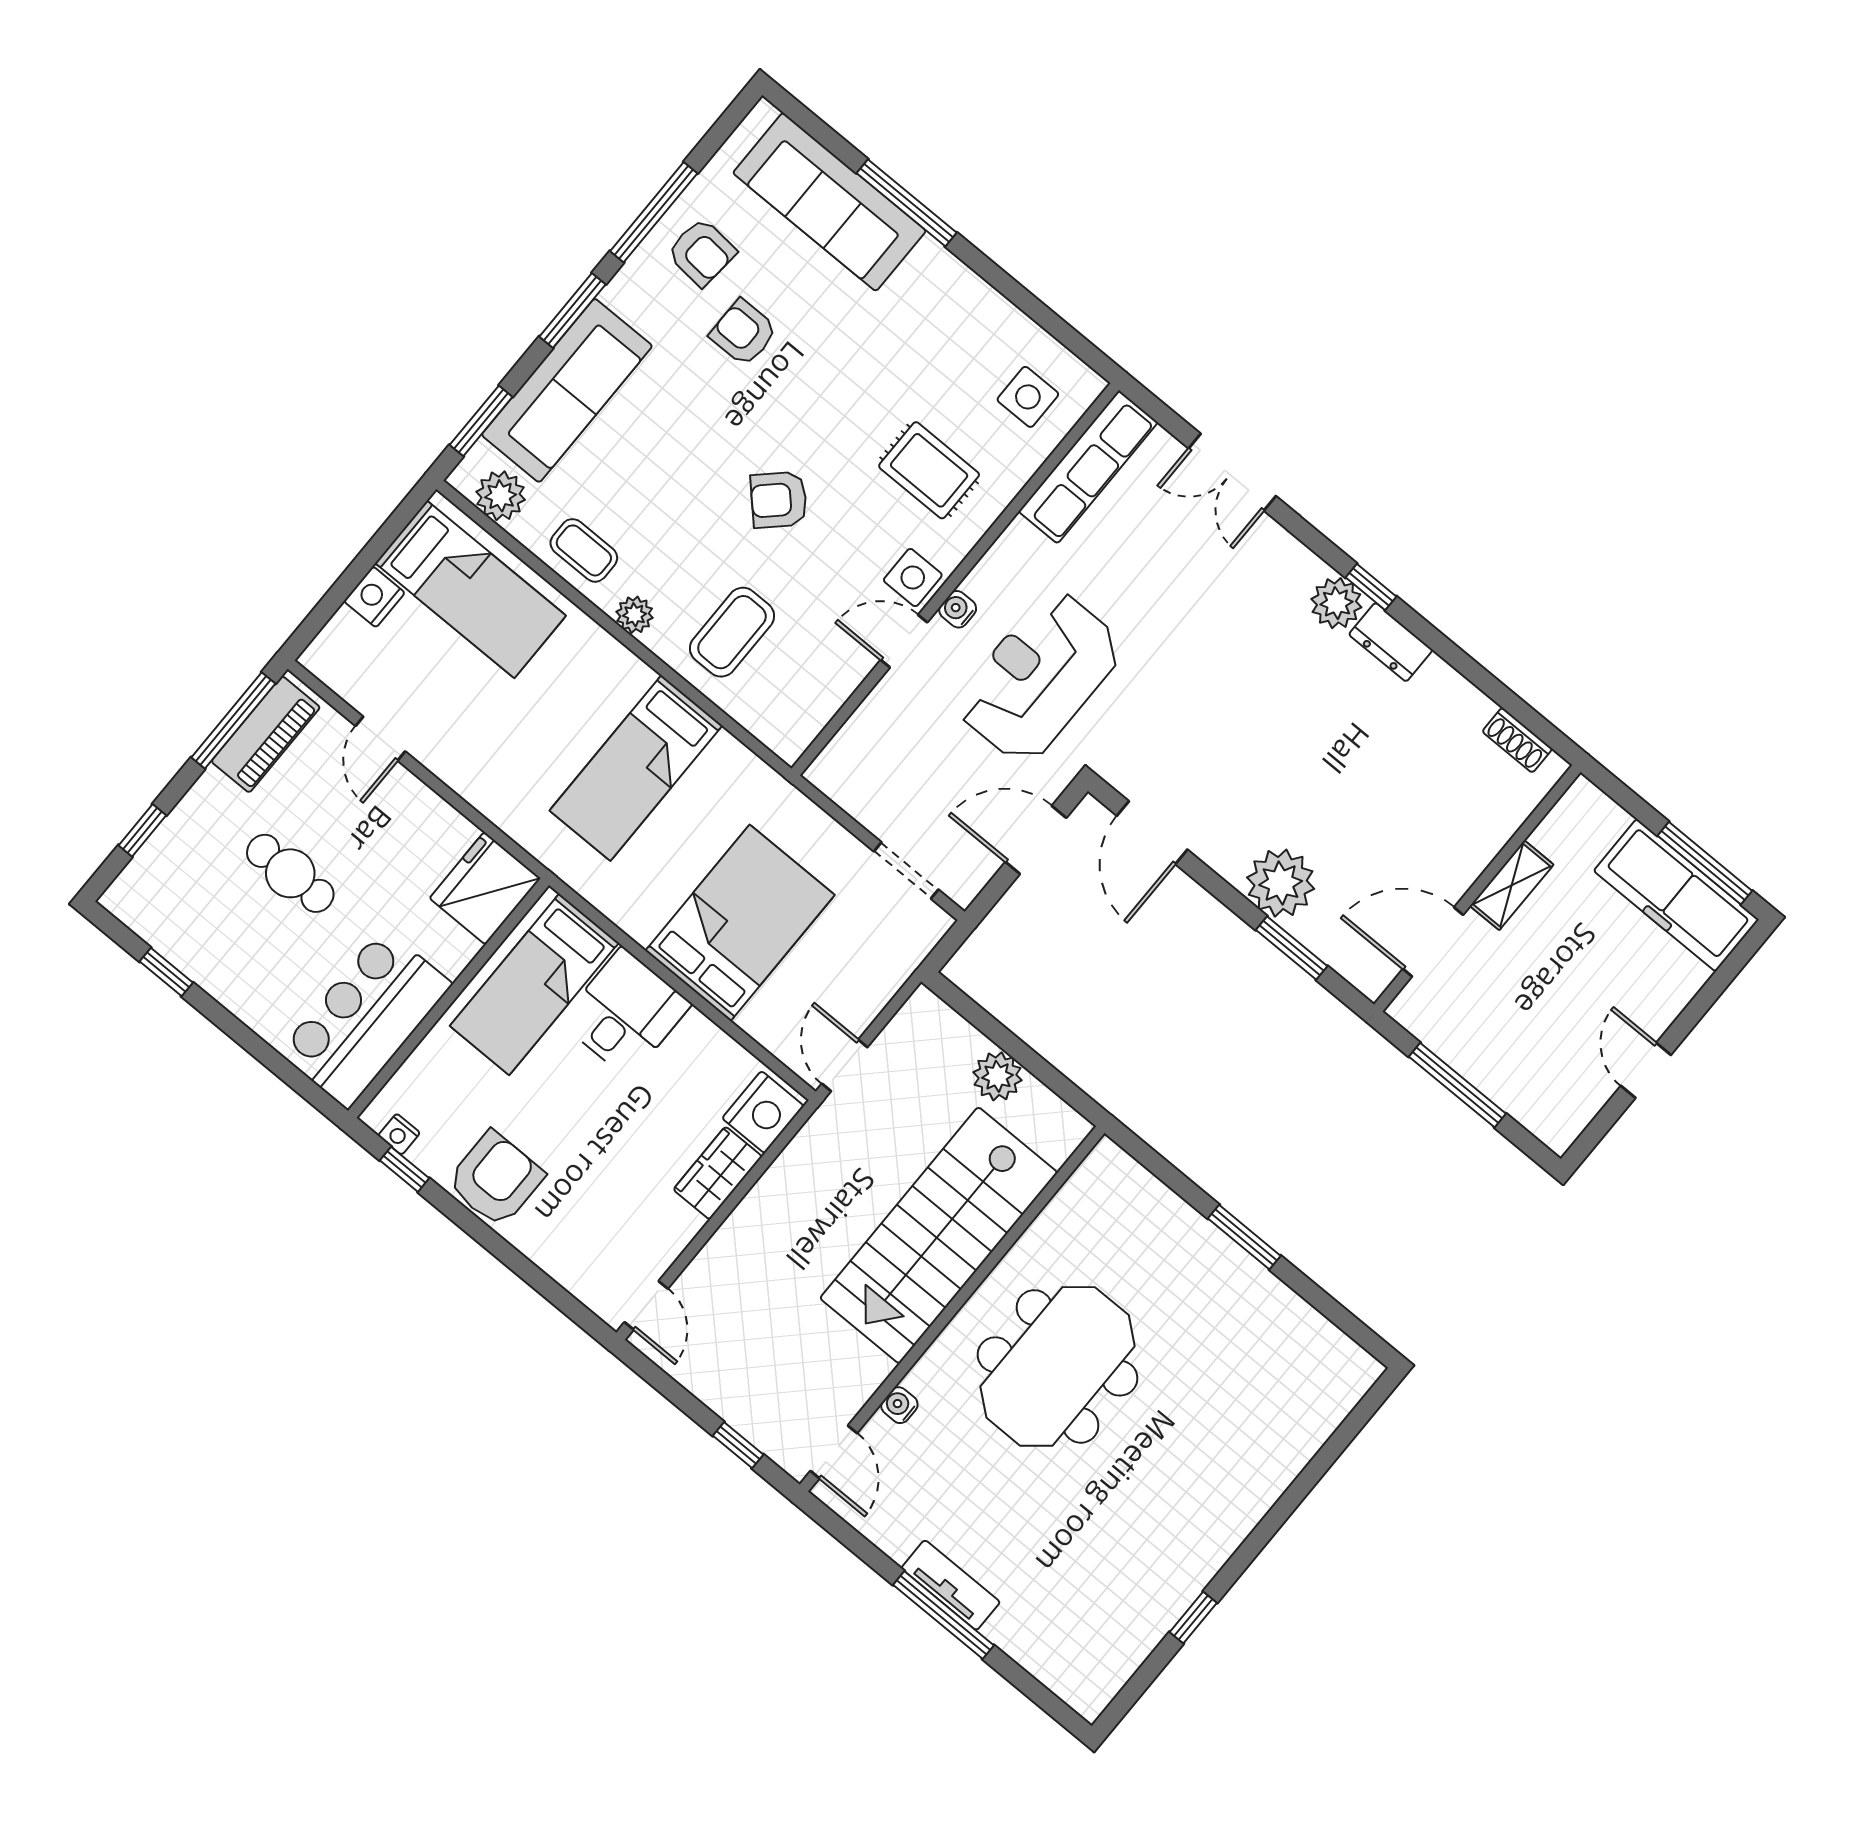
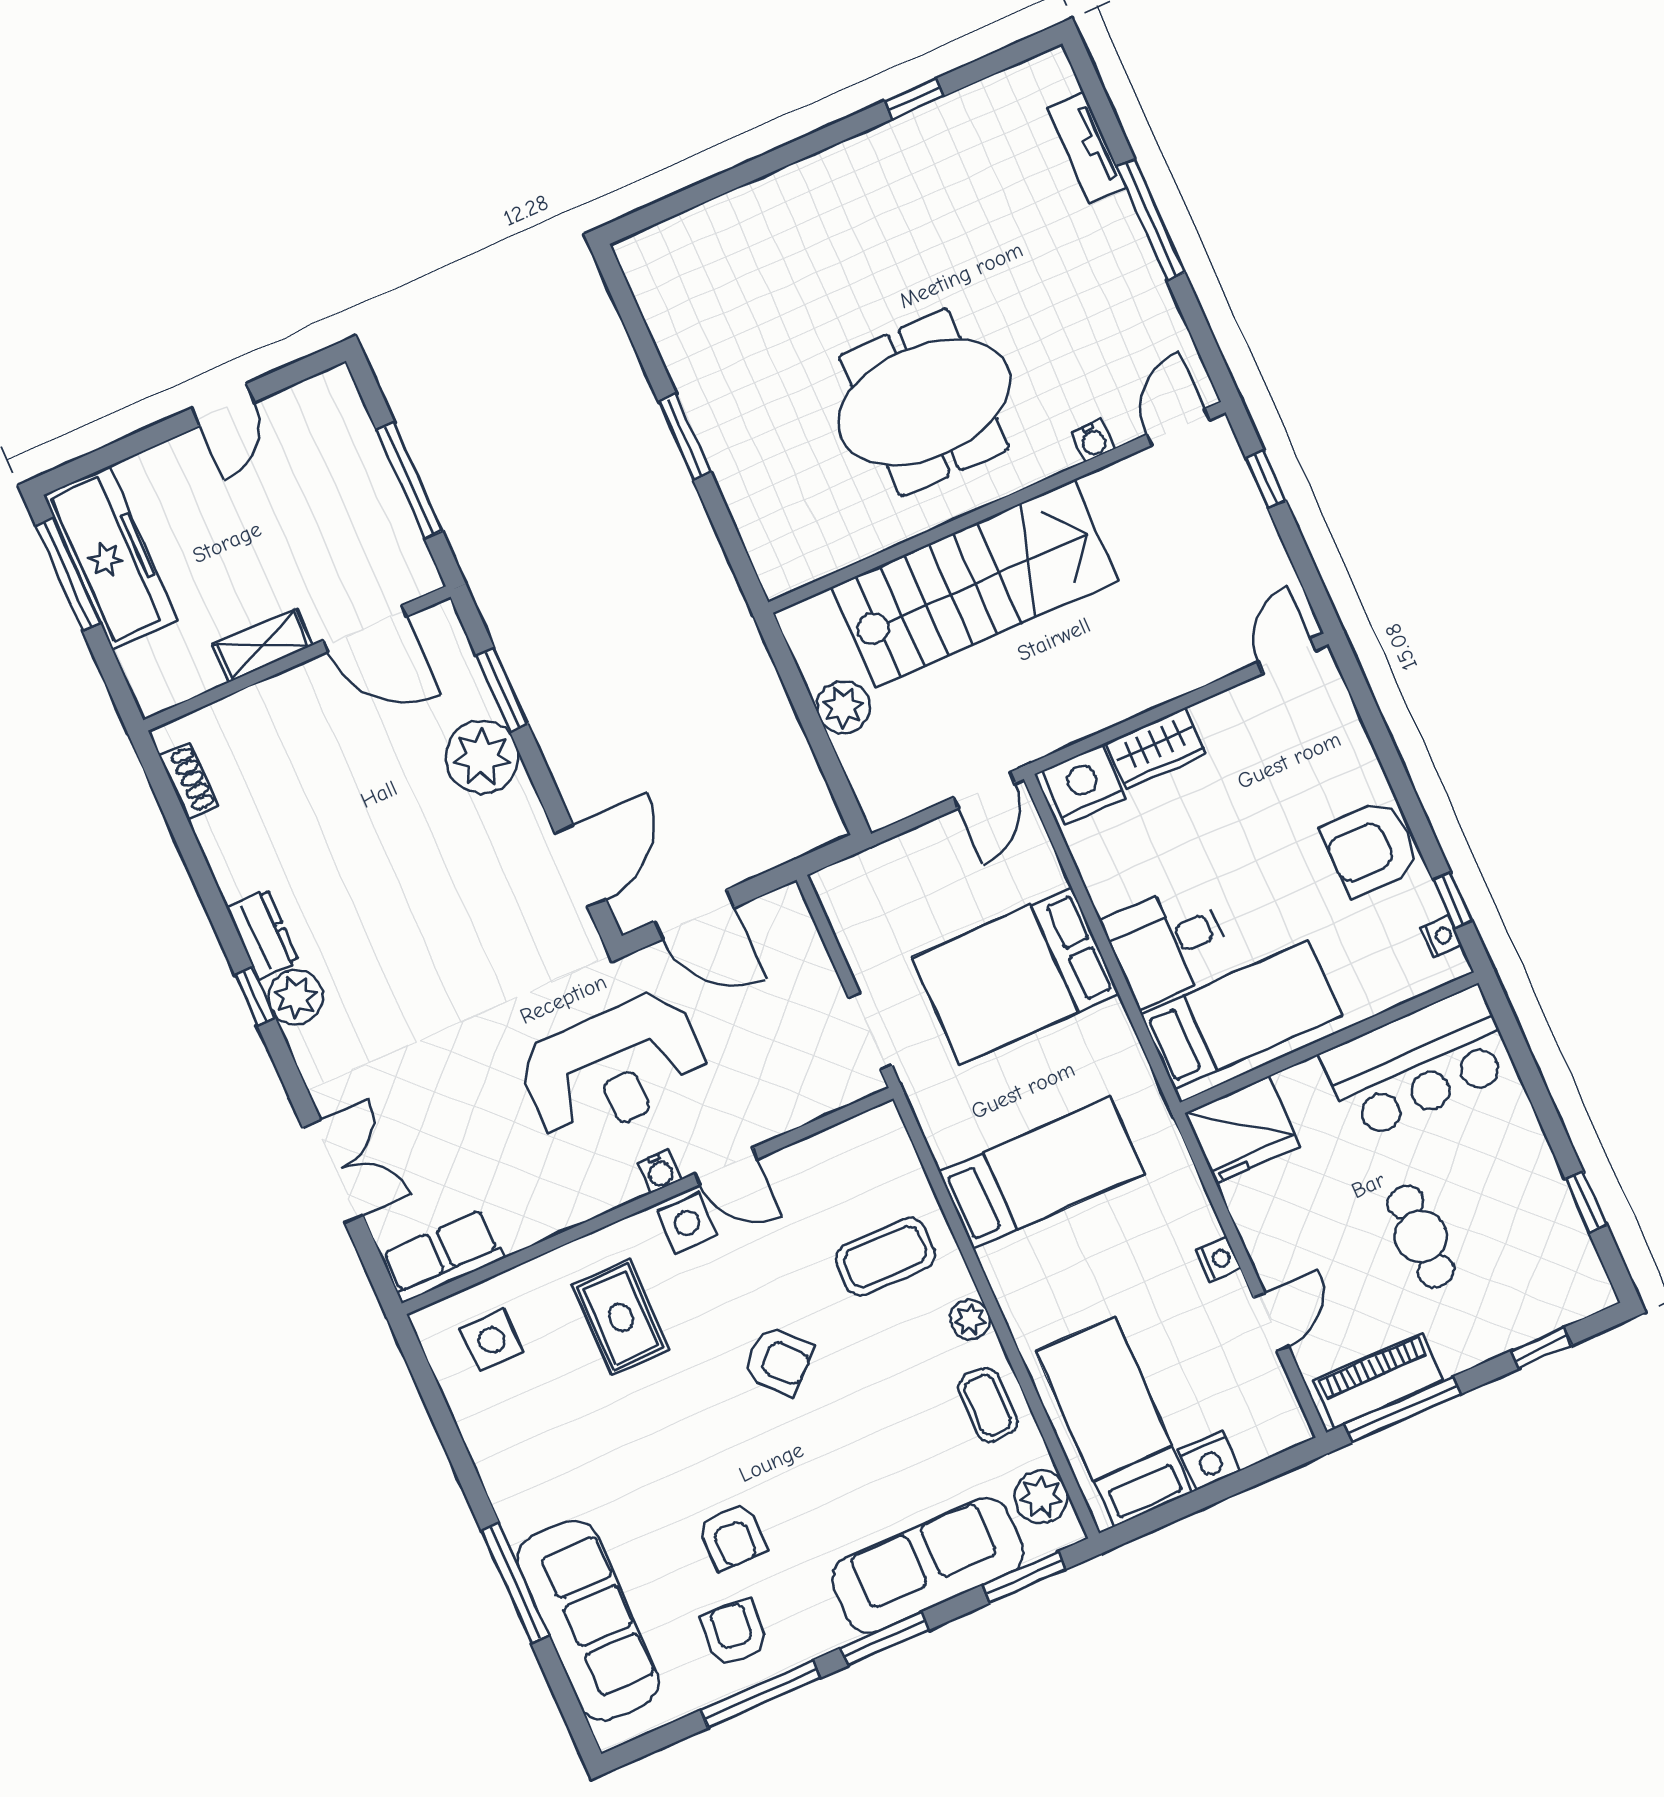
row of seats: (1088, 467) -> (443, 1256), width x0.68
nightstand: (451, 770) -> (1219, 1259), added
doorway: (906, 870) -> (870, 1032), moved
tv unit: (951, 1585) -> (1087, 148), moved

